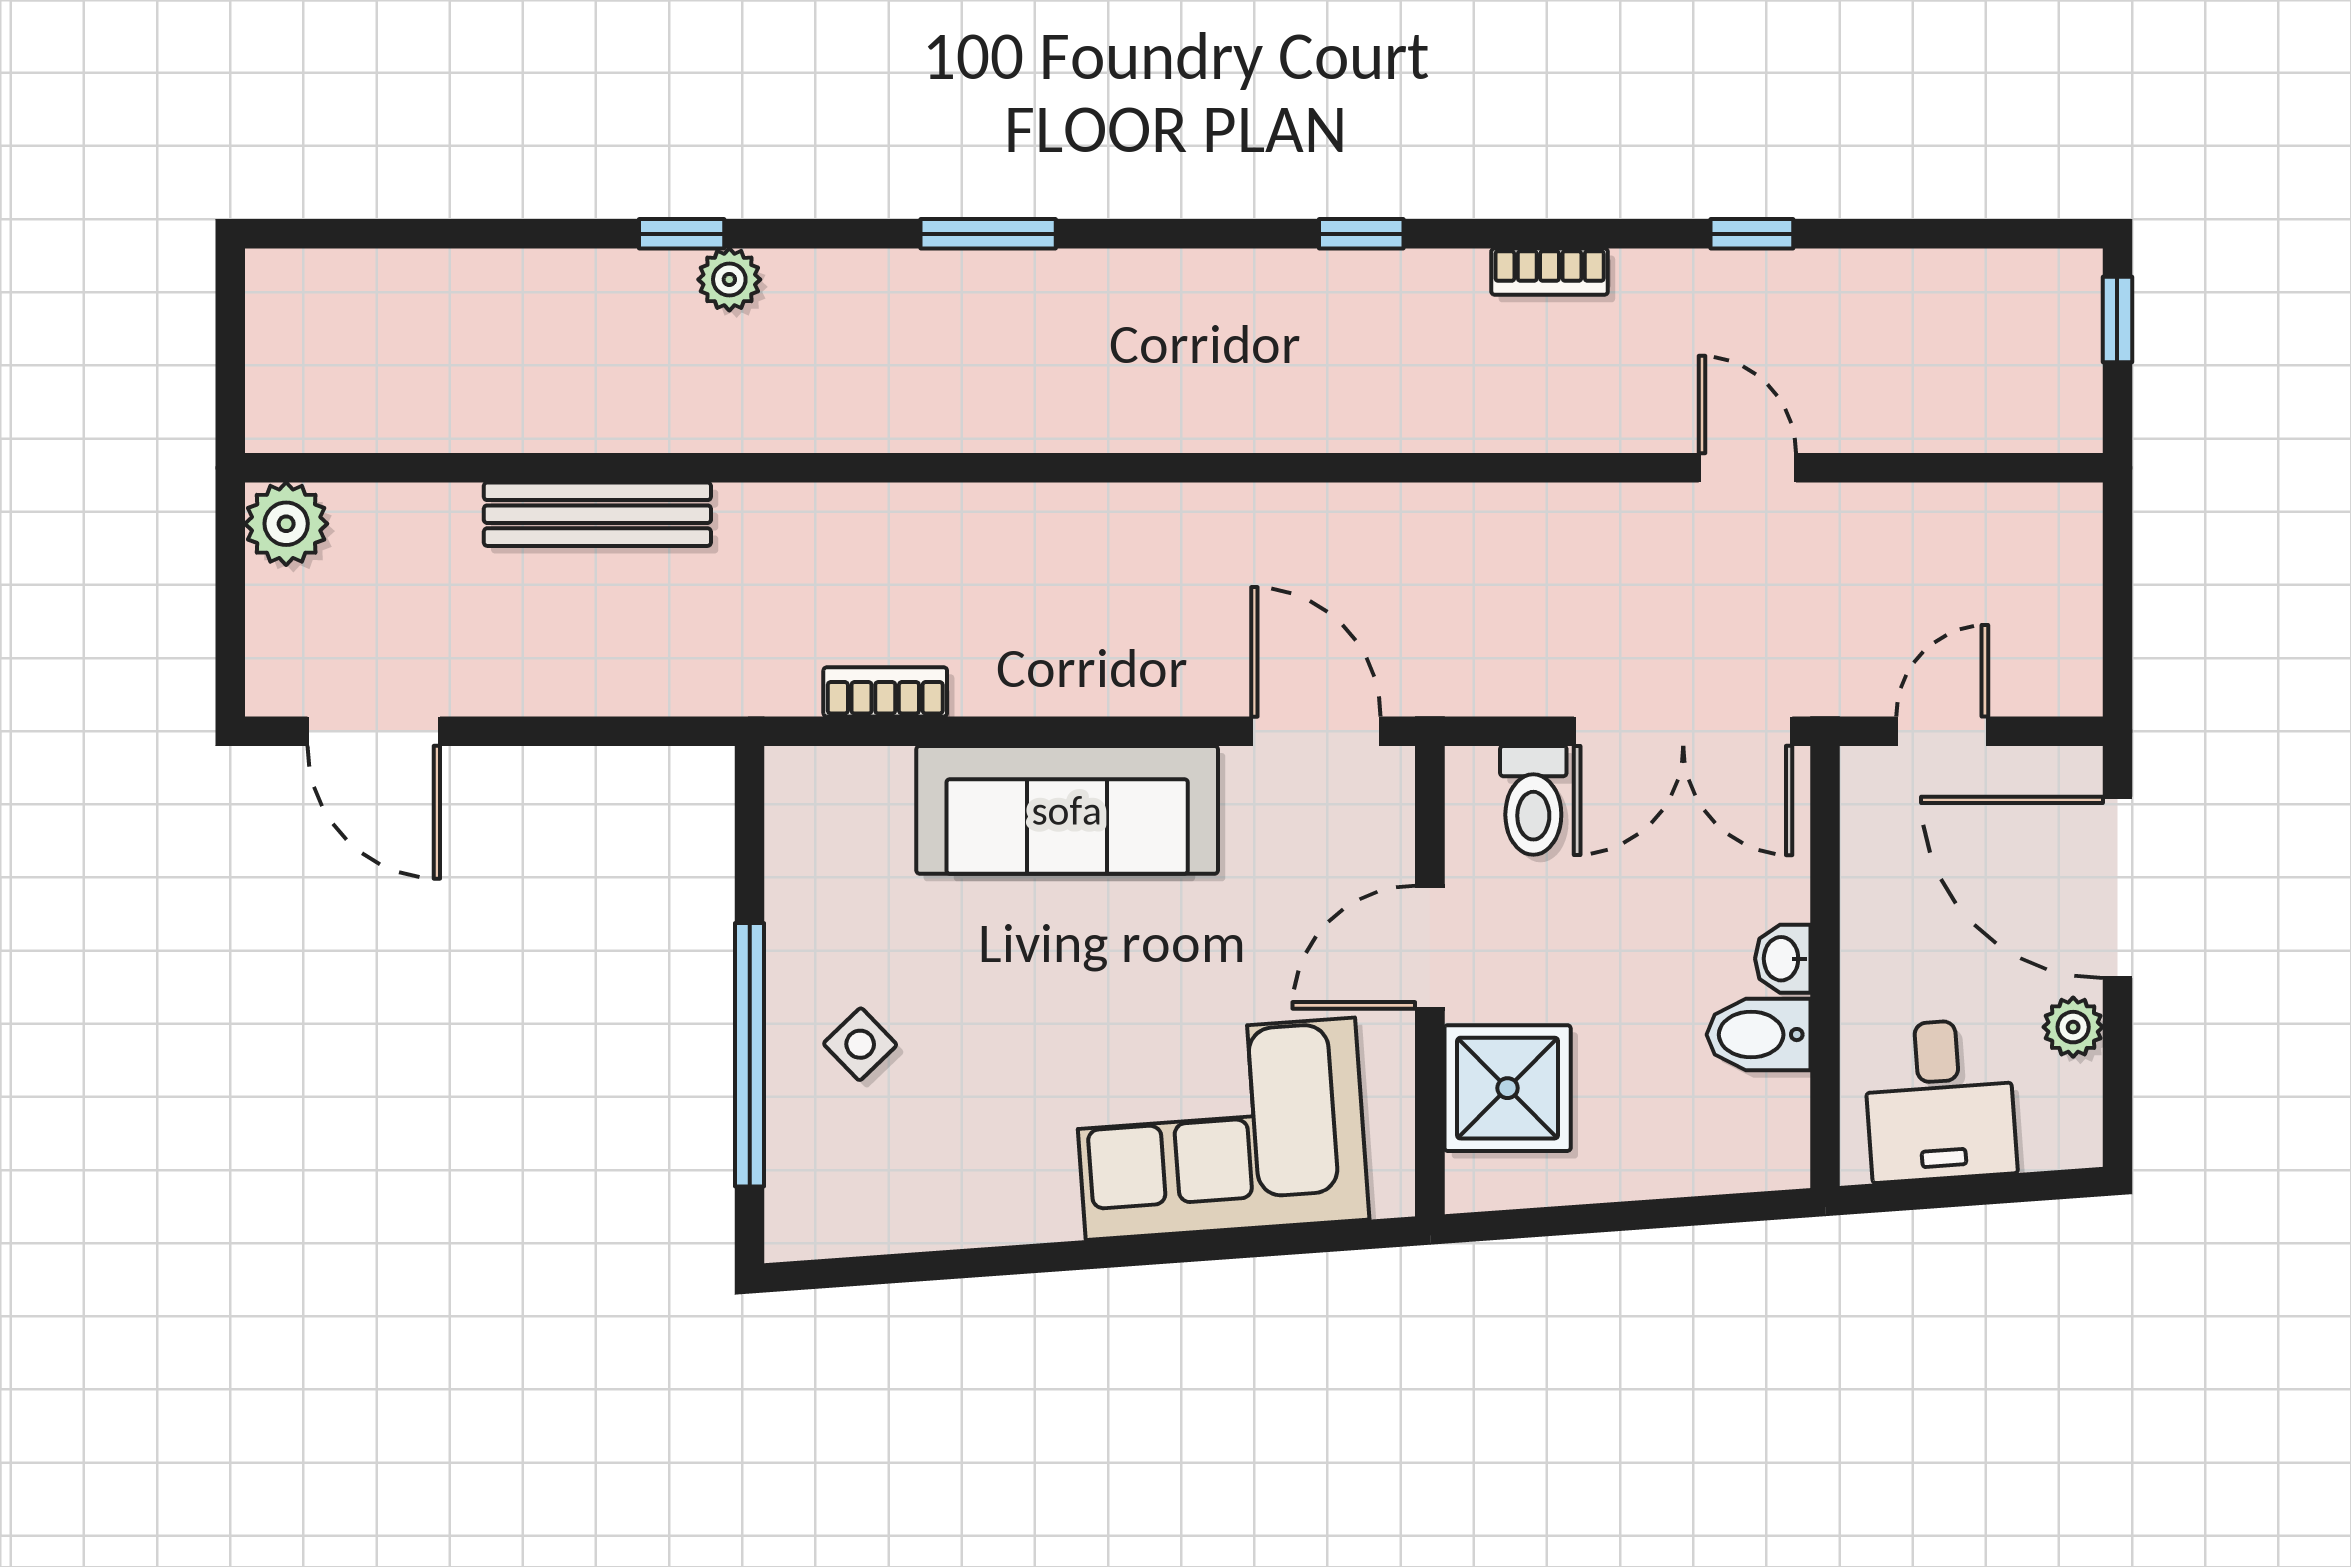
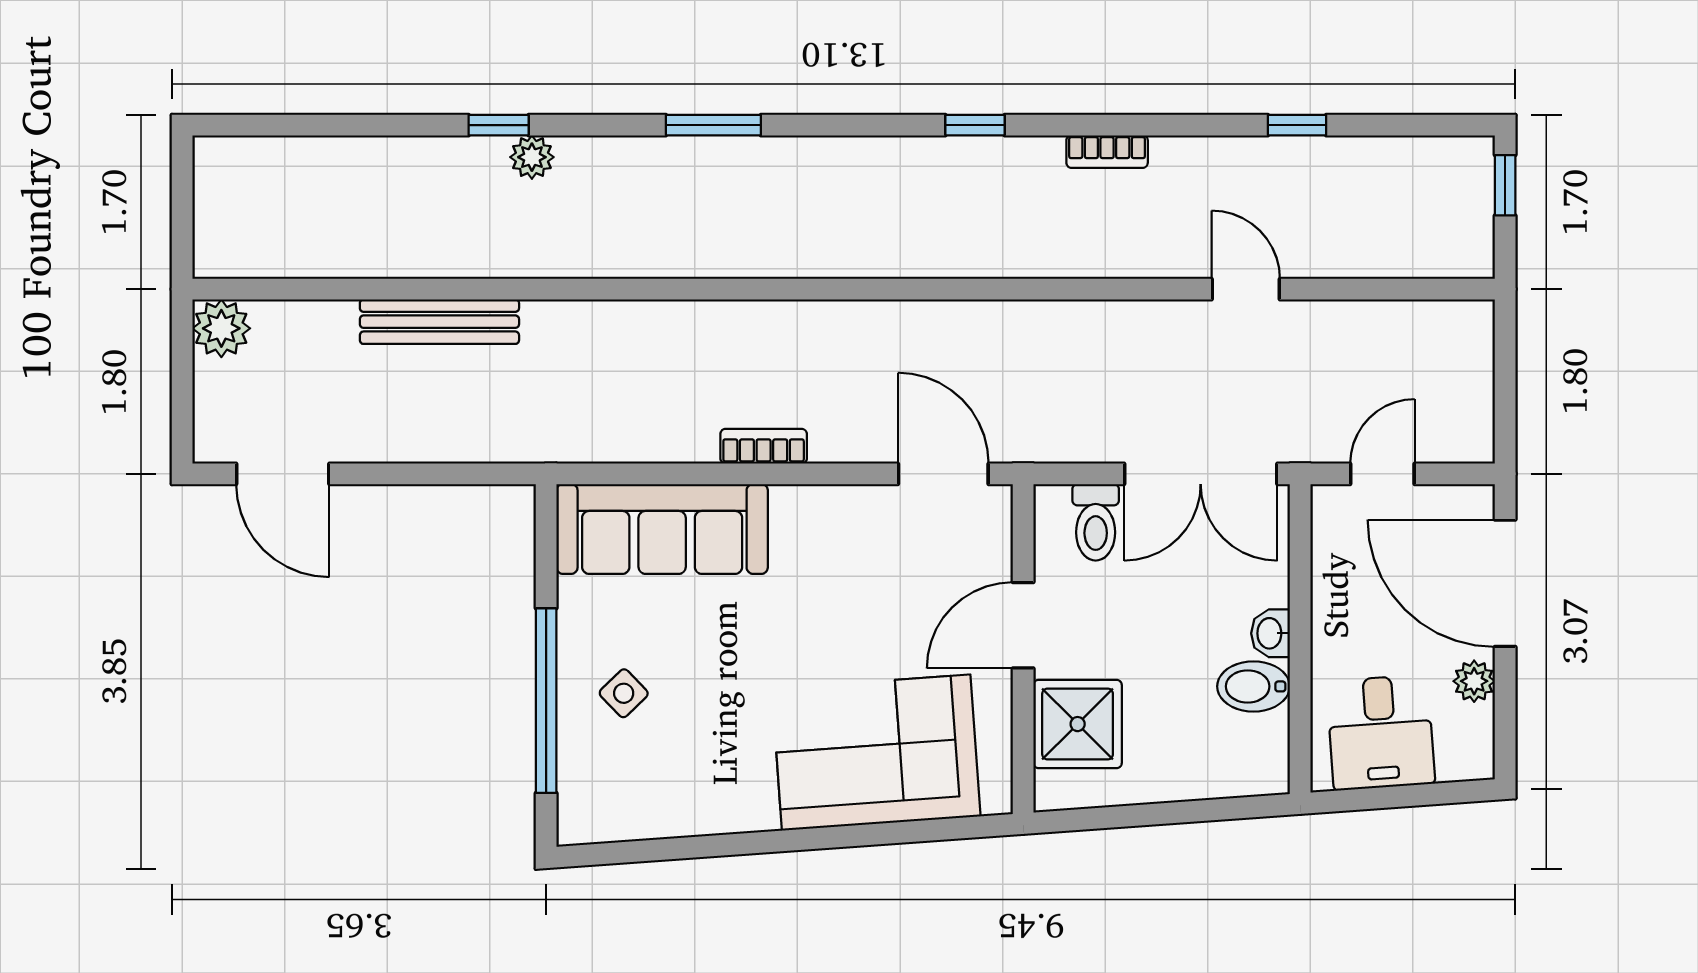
window: (1752, 234) -> (1297, 125), moved
bookcase: (885, 692) -> (764, 446), moved
sofa: (1067, 810) -> (662, 529), moved

